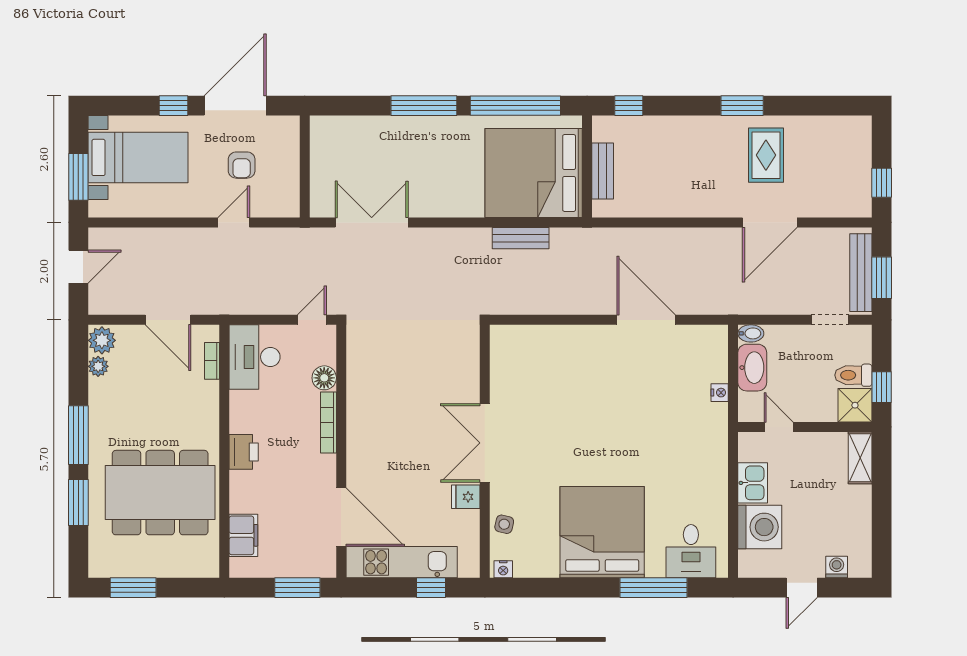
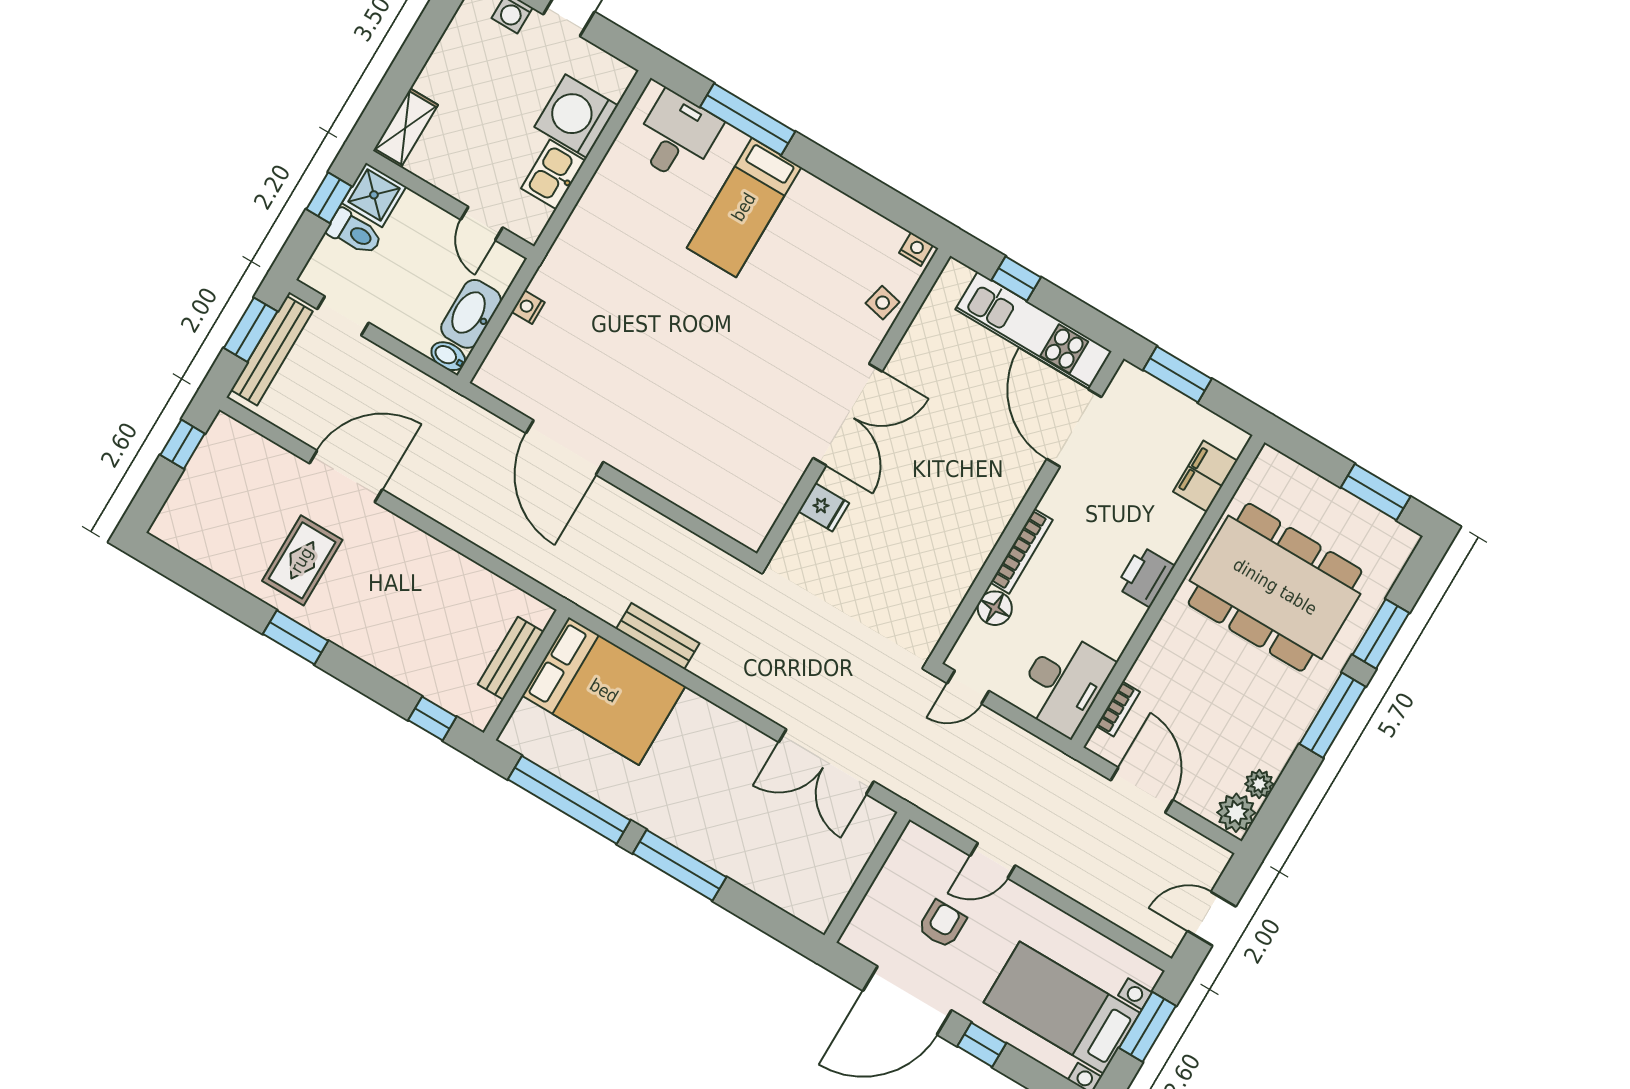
bed: (534, 173) -> (604, 691), width x0.73
fridge: (466, 497) -> (824, 507), moved
bed: (602, 532) -> (744, 207), width x0.49

